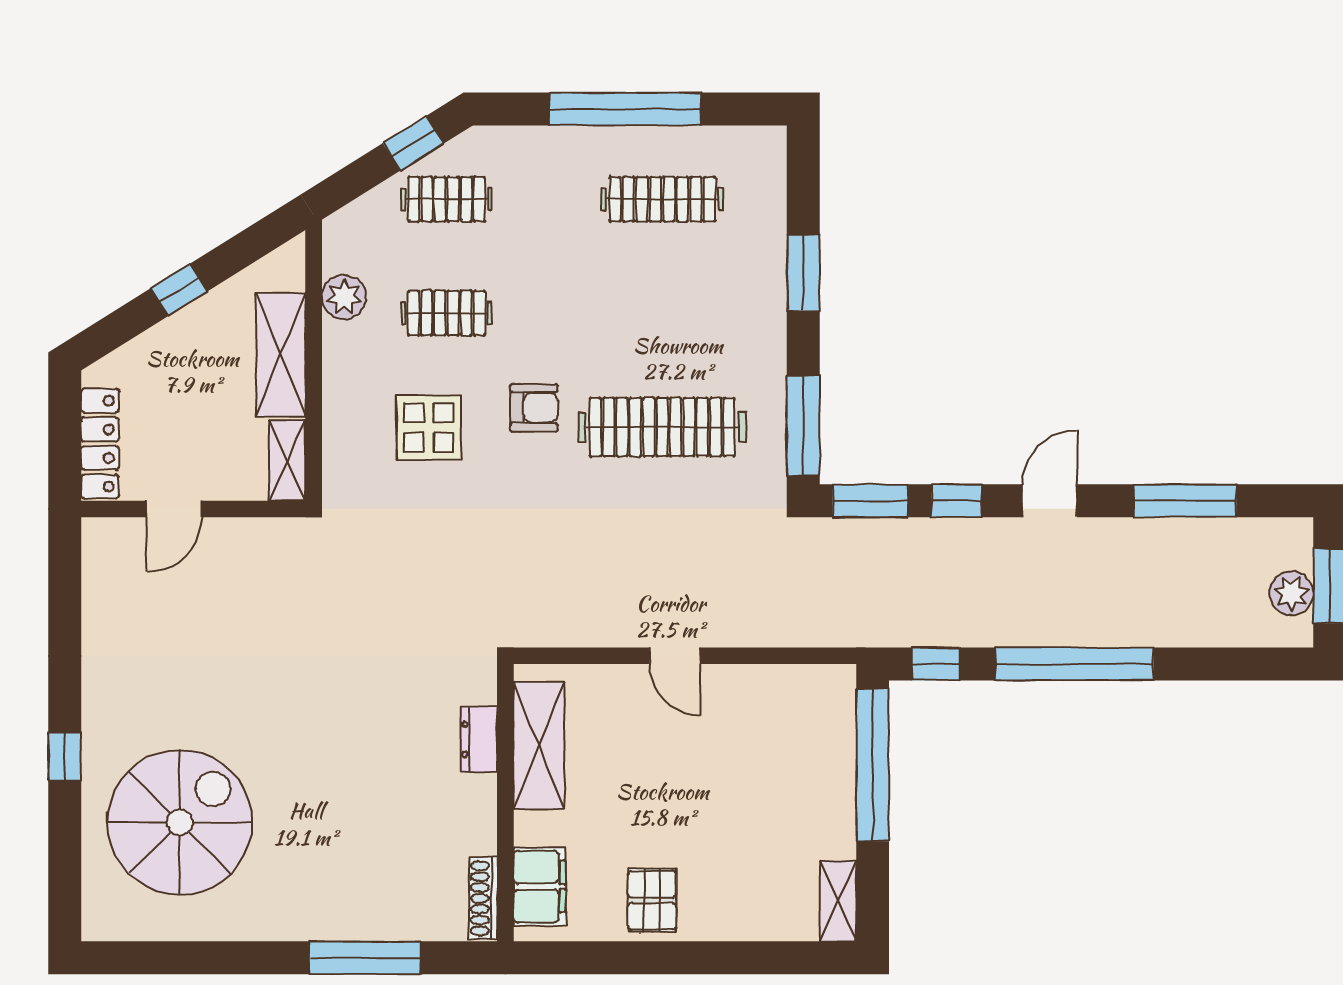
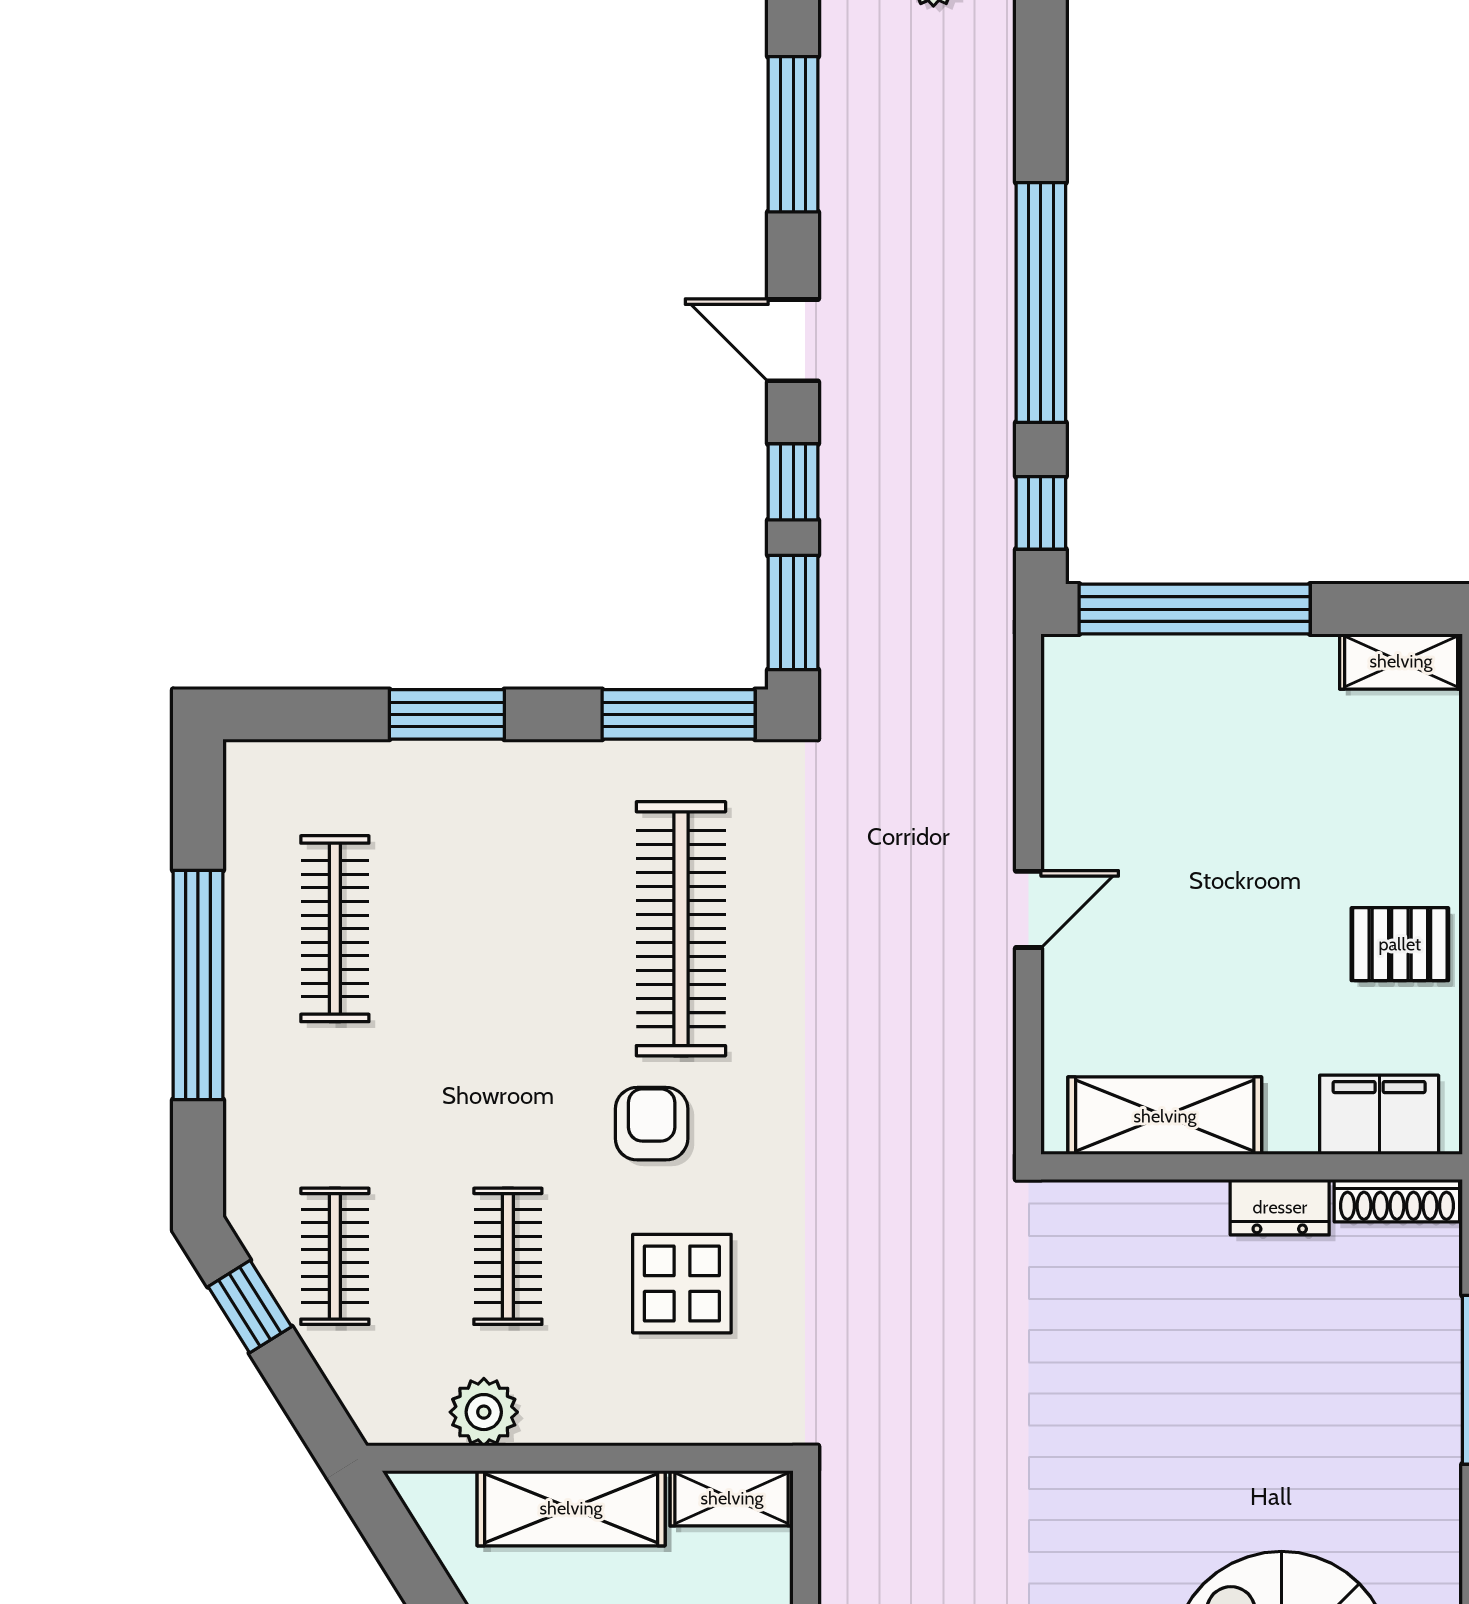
dresser: (479, 739) -> (1280, 1207), moved

